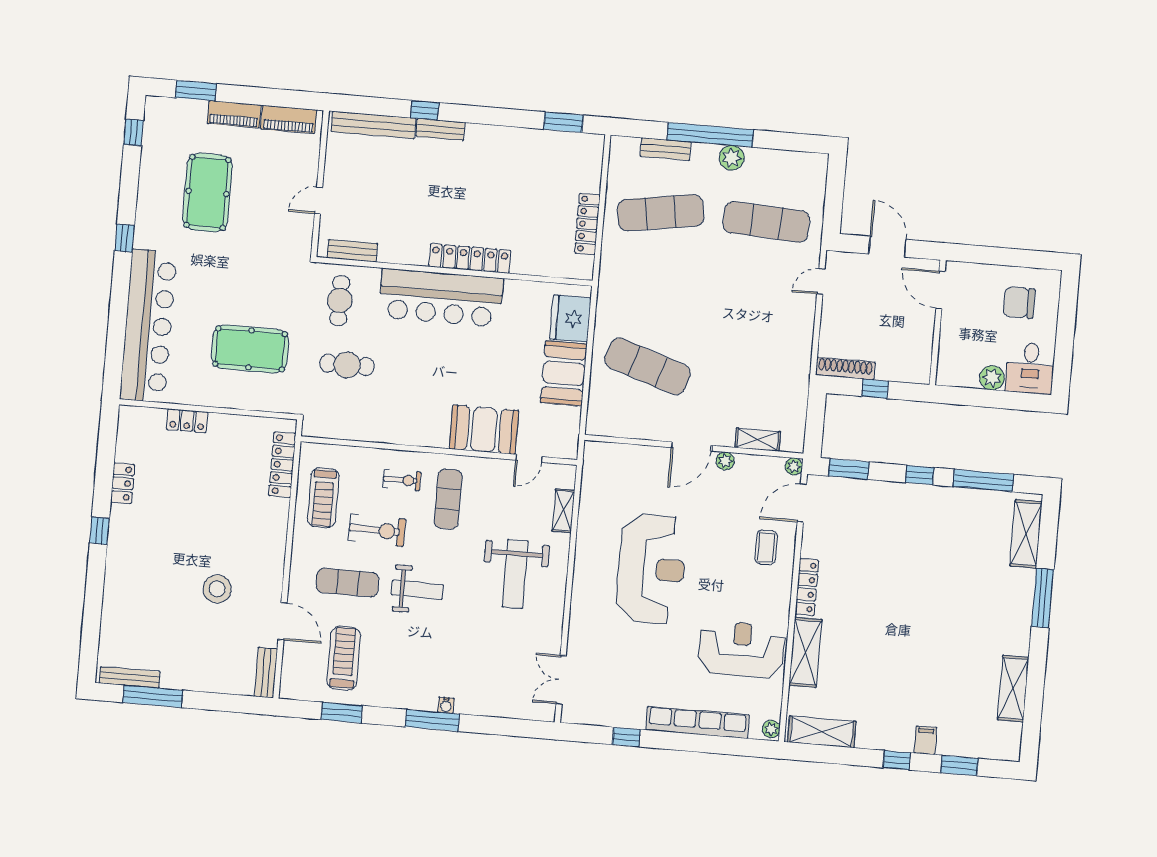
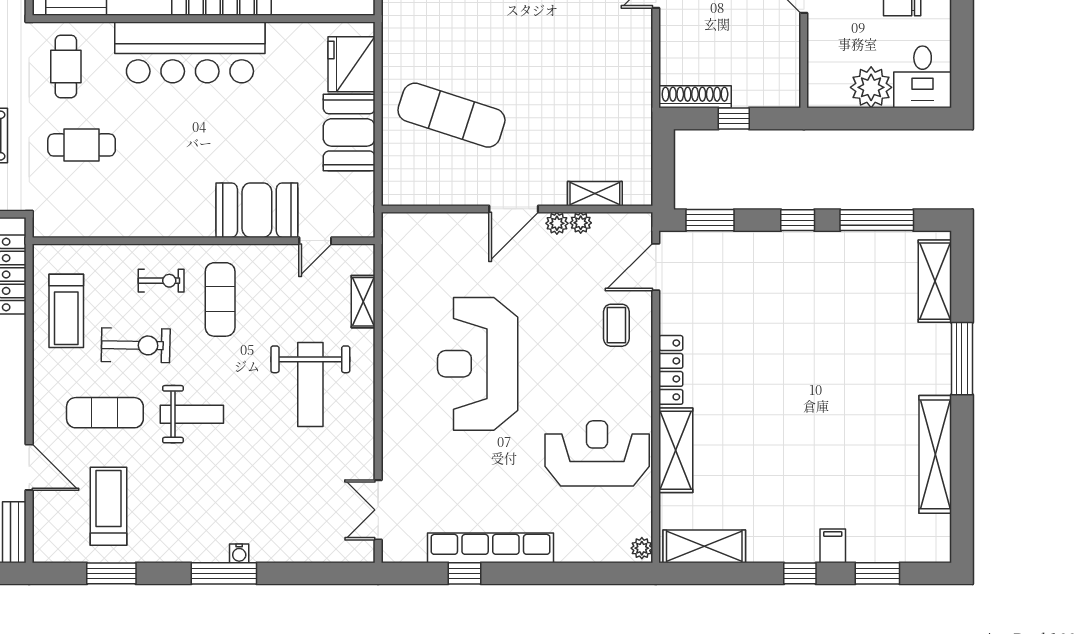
plant: (992, 378) -> (871, 87), width x1.36, depth x1.36
plant: (794, 466) -> (581, 223), moved
reception desk: (651, 569) -> (478, 364), turned 180
shelving: (1013, 689) -> (935, 454), width x1.47
row of seats: (697, 722) -> (490, 548), moved

